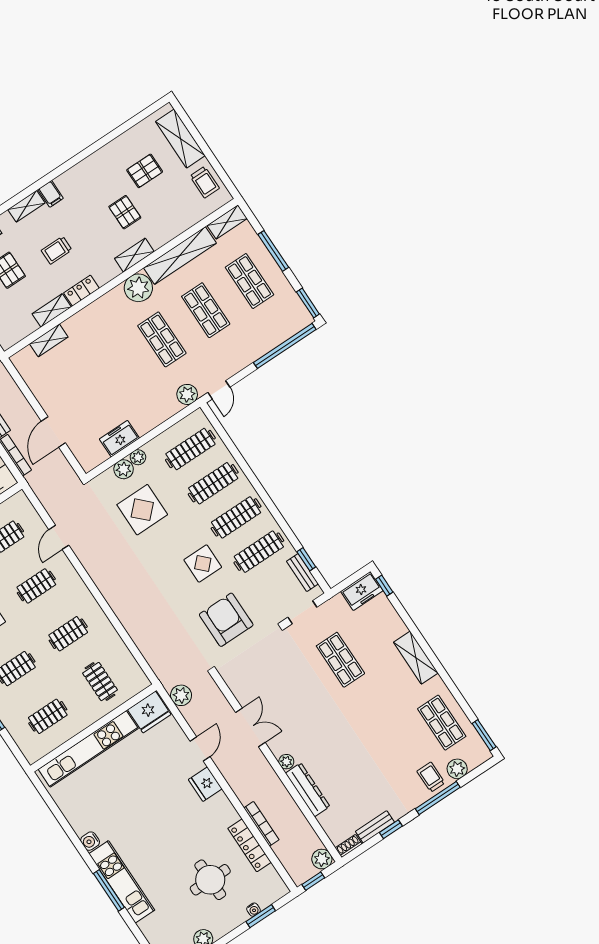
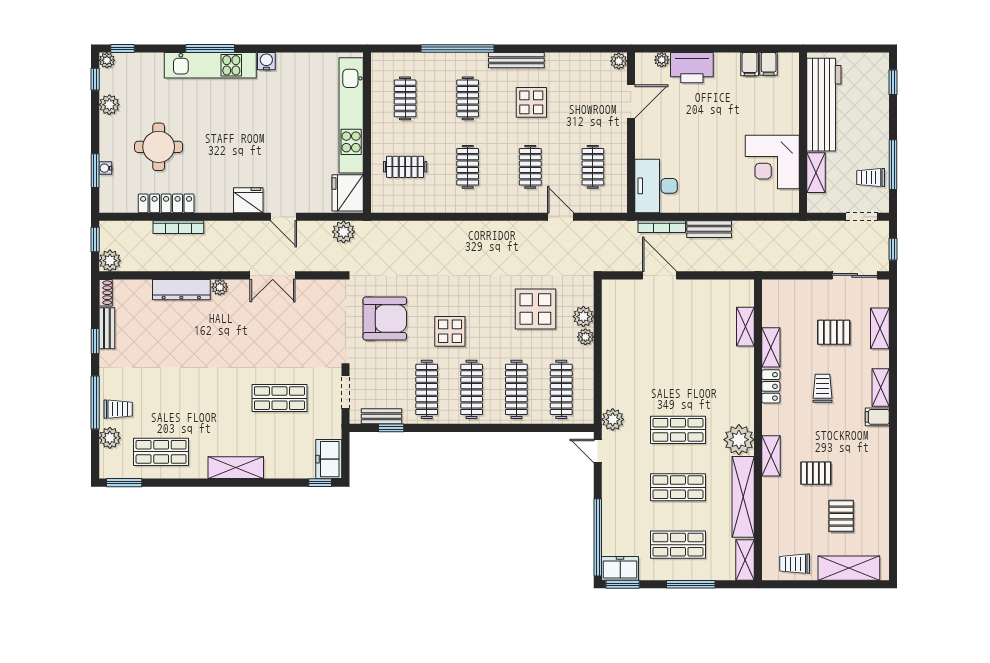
freezer: (119, 439) -> (620, 568), moved, turned -90

